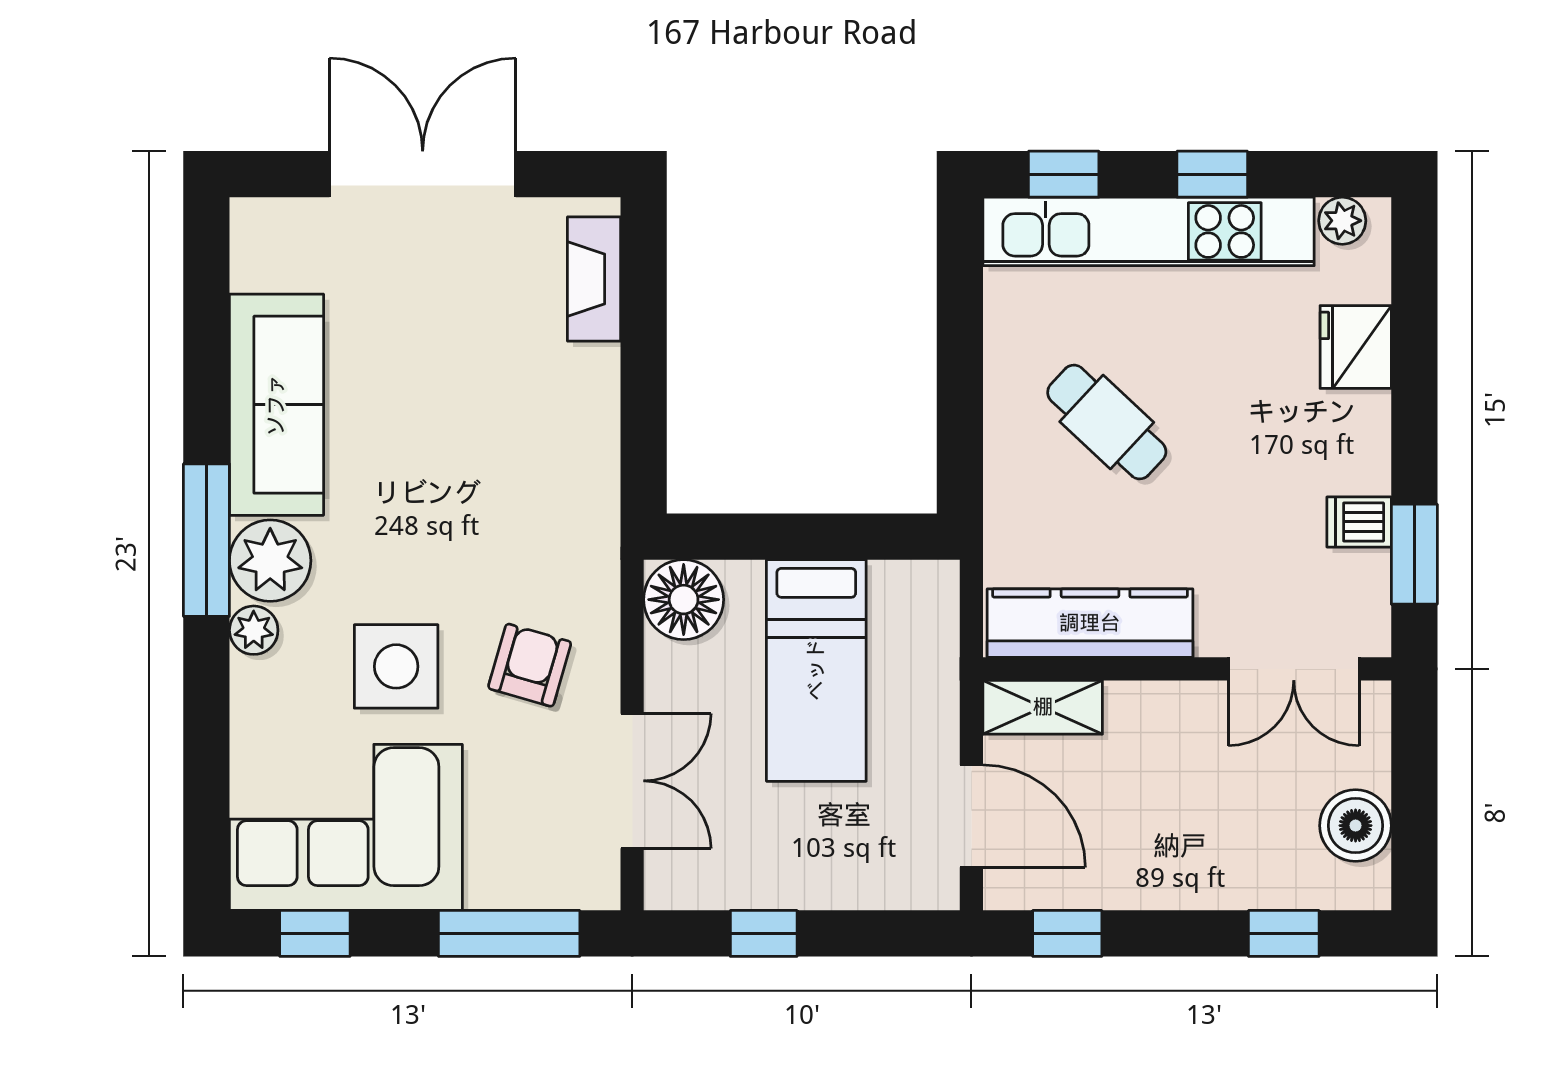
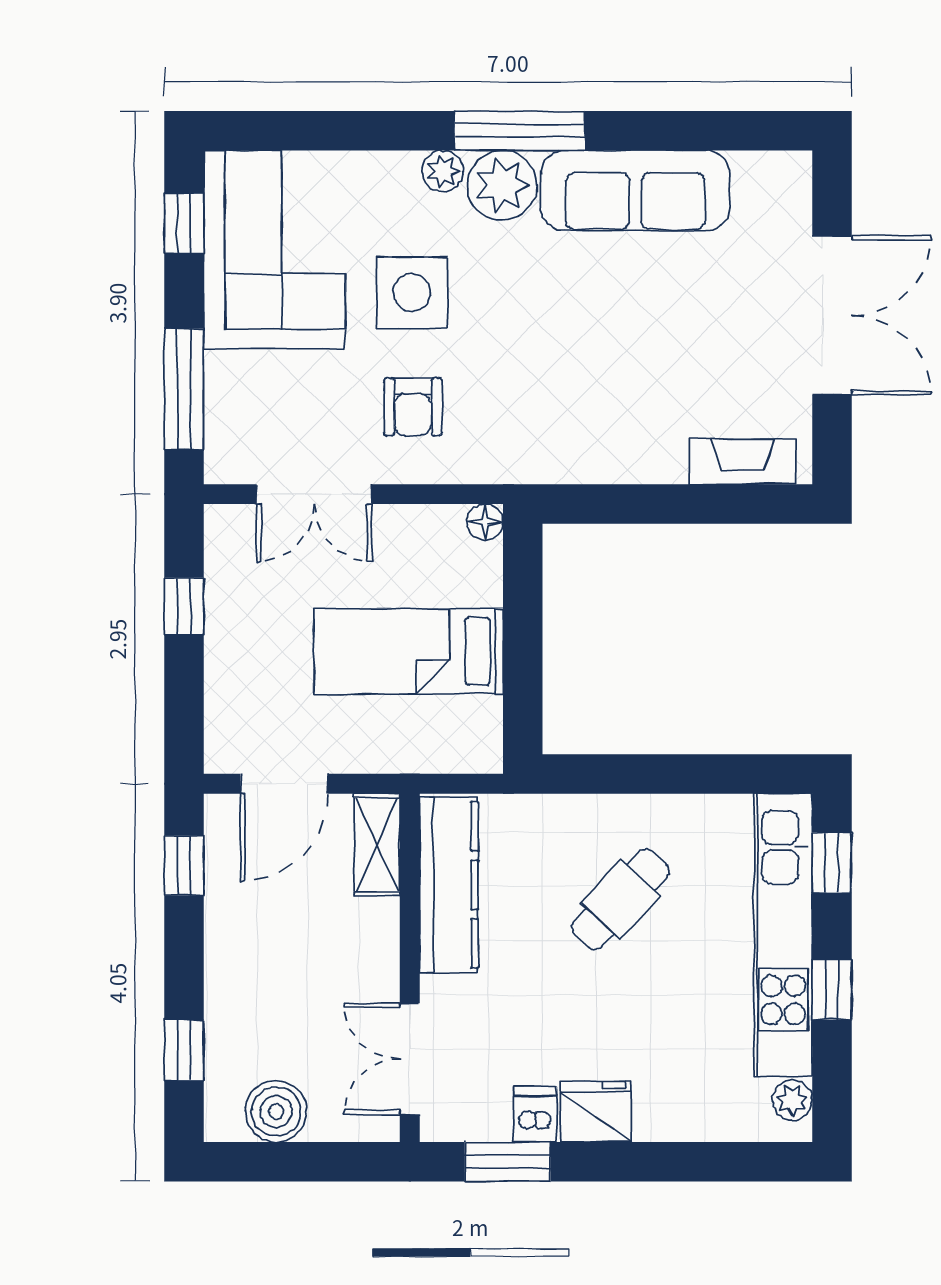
fridge: (1356, 347) -> (596, 1112), moved
floor lamp: (684, 600) -> (485, 522), width x0.53, depth x0.53
armchair: (530, 665) -> (413, 407), turned 74

